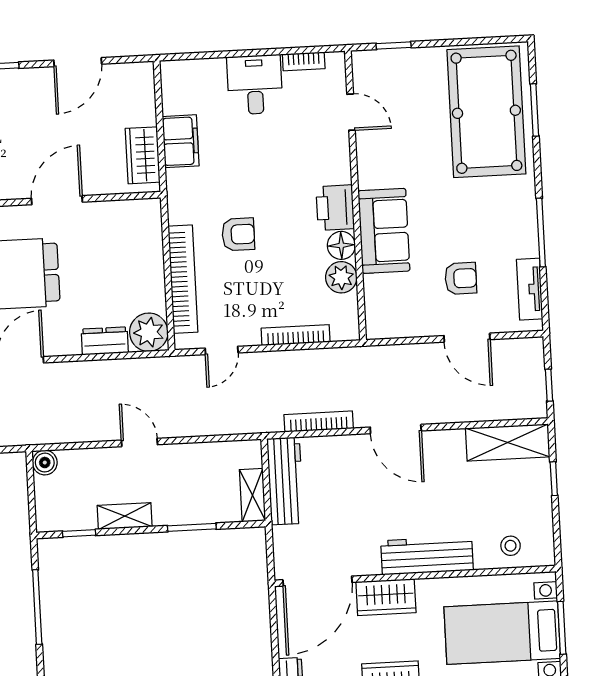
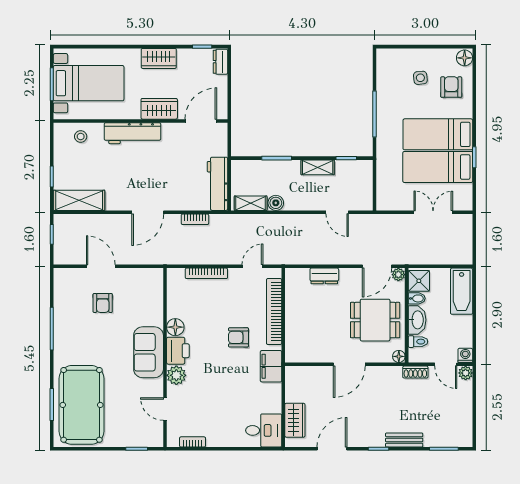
desk: (255, 85) -> (264, 430), moved, turned -90
filing cabinet: (181, 141) -> (271, 366), moved
wardrobe: (143, 155) -> (295, 420), moved
sofa: (384, 231) -> (149, 352), moved
plant: (341, 277) -> (176, 375), moved
armchair: (461, 278) -> (103, 303), turned -90
tv unit: (530, 289) -> (61, 294), removed
plant: (149, 332) -> (297, 280), removed
bookcase: (319, 422) -> (195, 219), width x0.64
door: (396, 429) -> (148, 212), swing flipped
door: (139, 442) -> (337, 212), moved
boiler: (45, 463) -> (276, 203), moved
shelving: (252, 495) -> (251, 203), moved, turned 90
door: (317, 581) -> (201, 121), width x0.73

